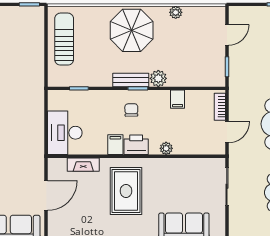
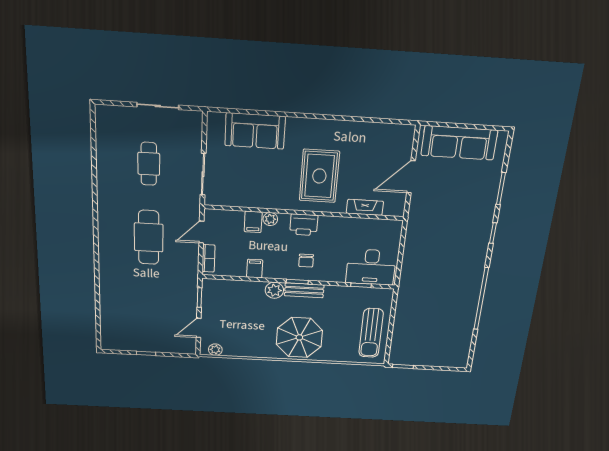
plant: (176, 12) -> (215, 350), moved
desk: (65, 133) -> (371, 267), moved, turned 90
filing cabinet: (115, 145) -> (253, 222), moved

